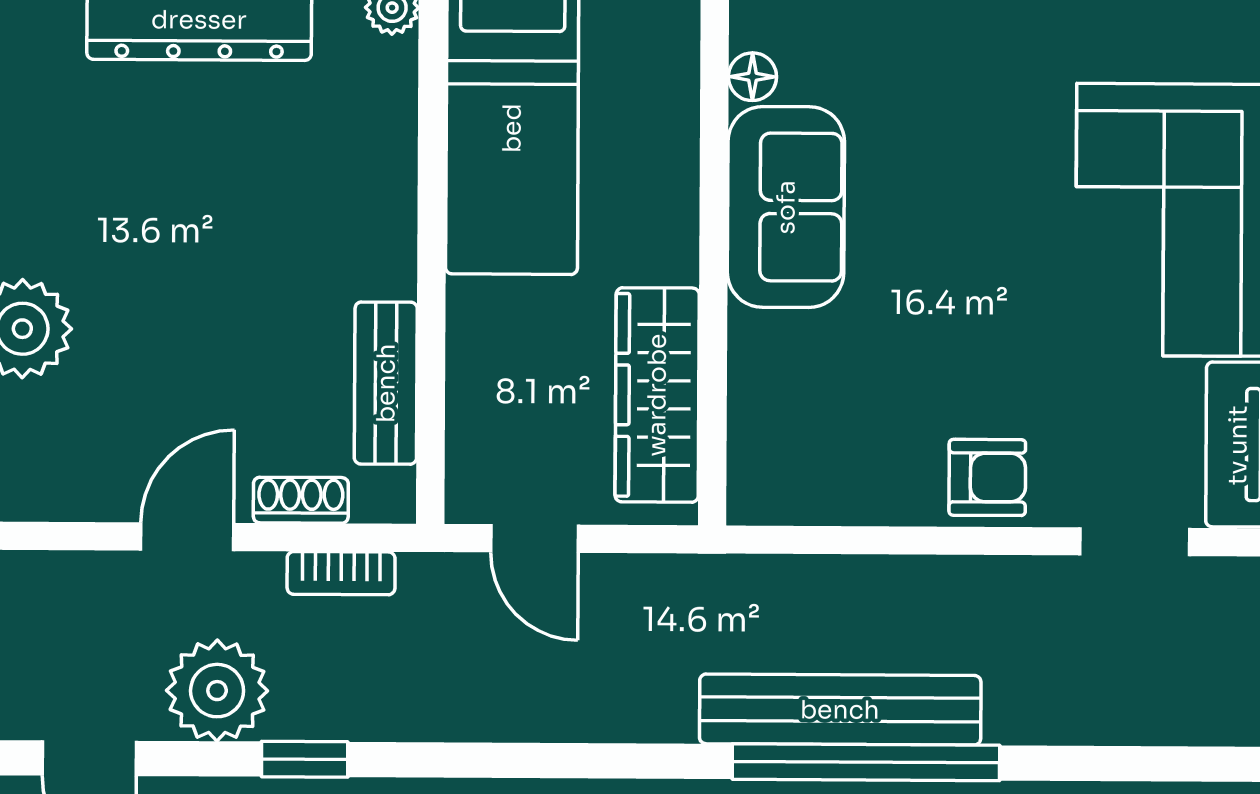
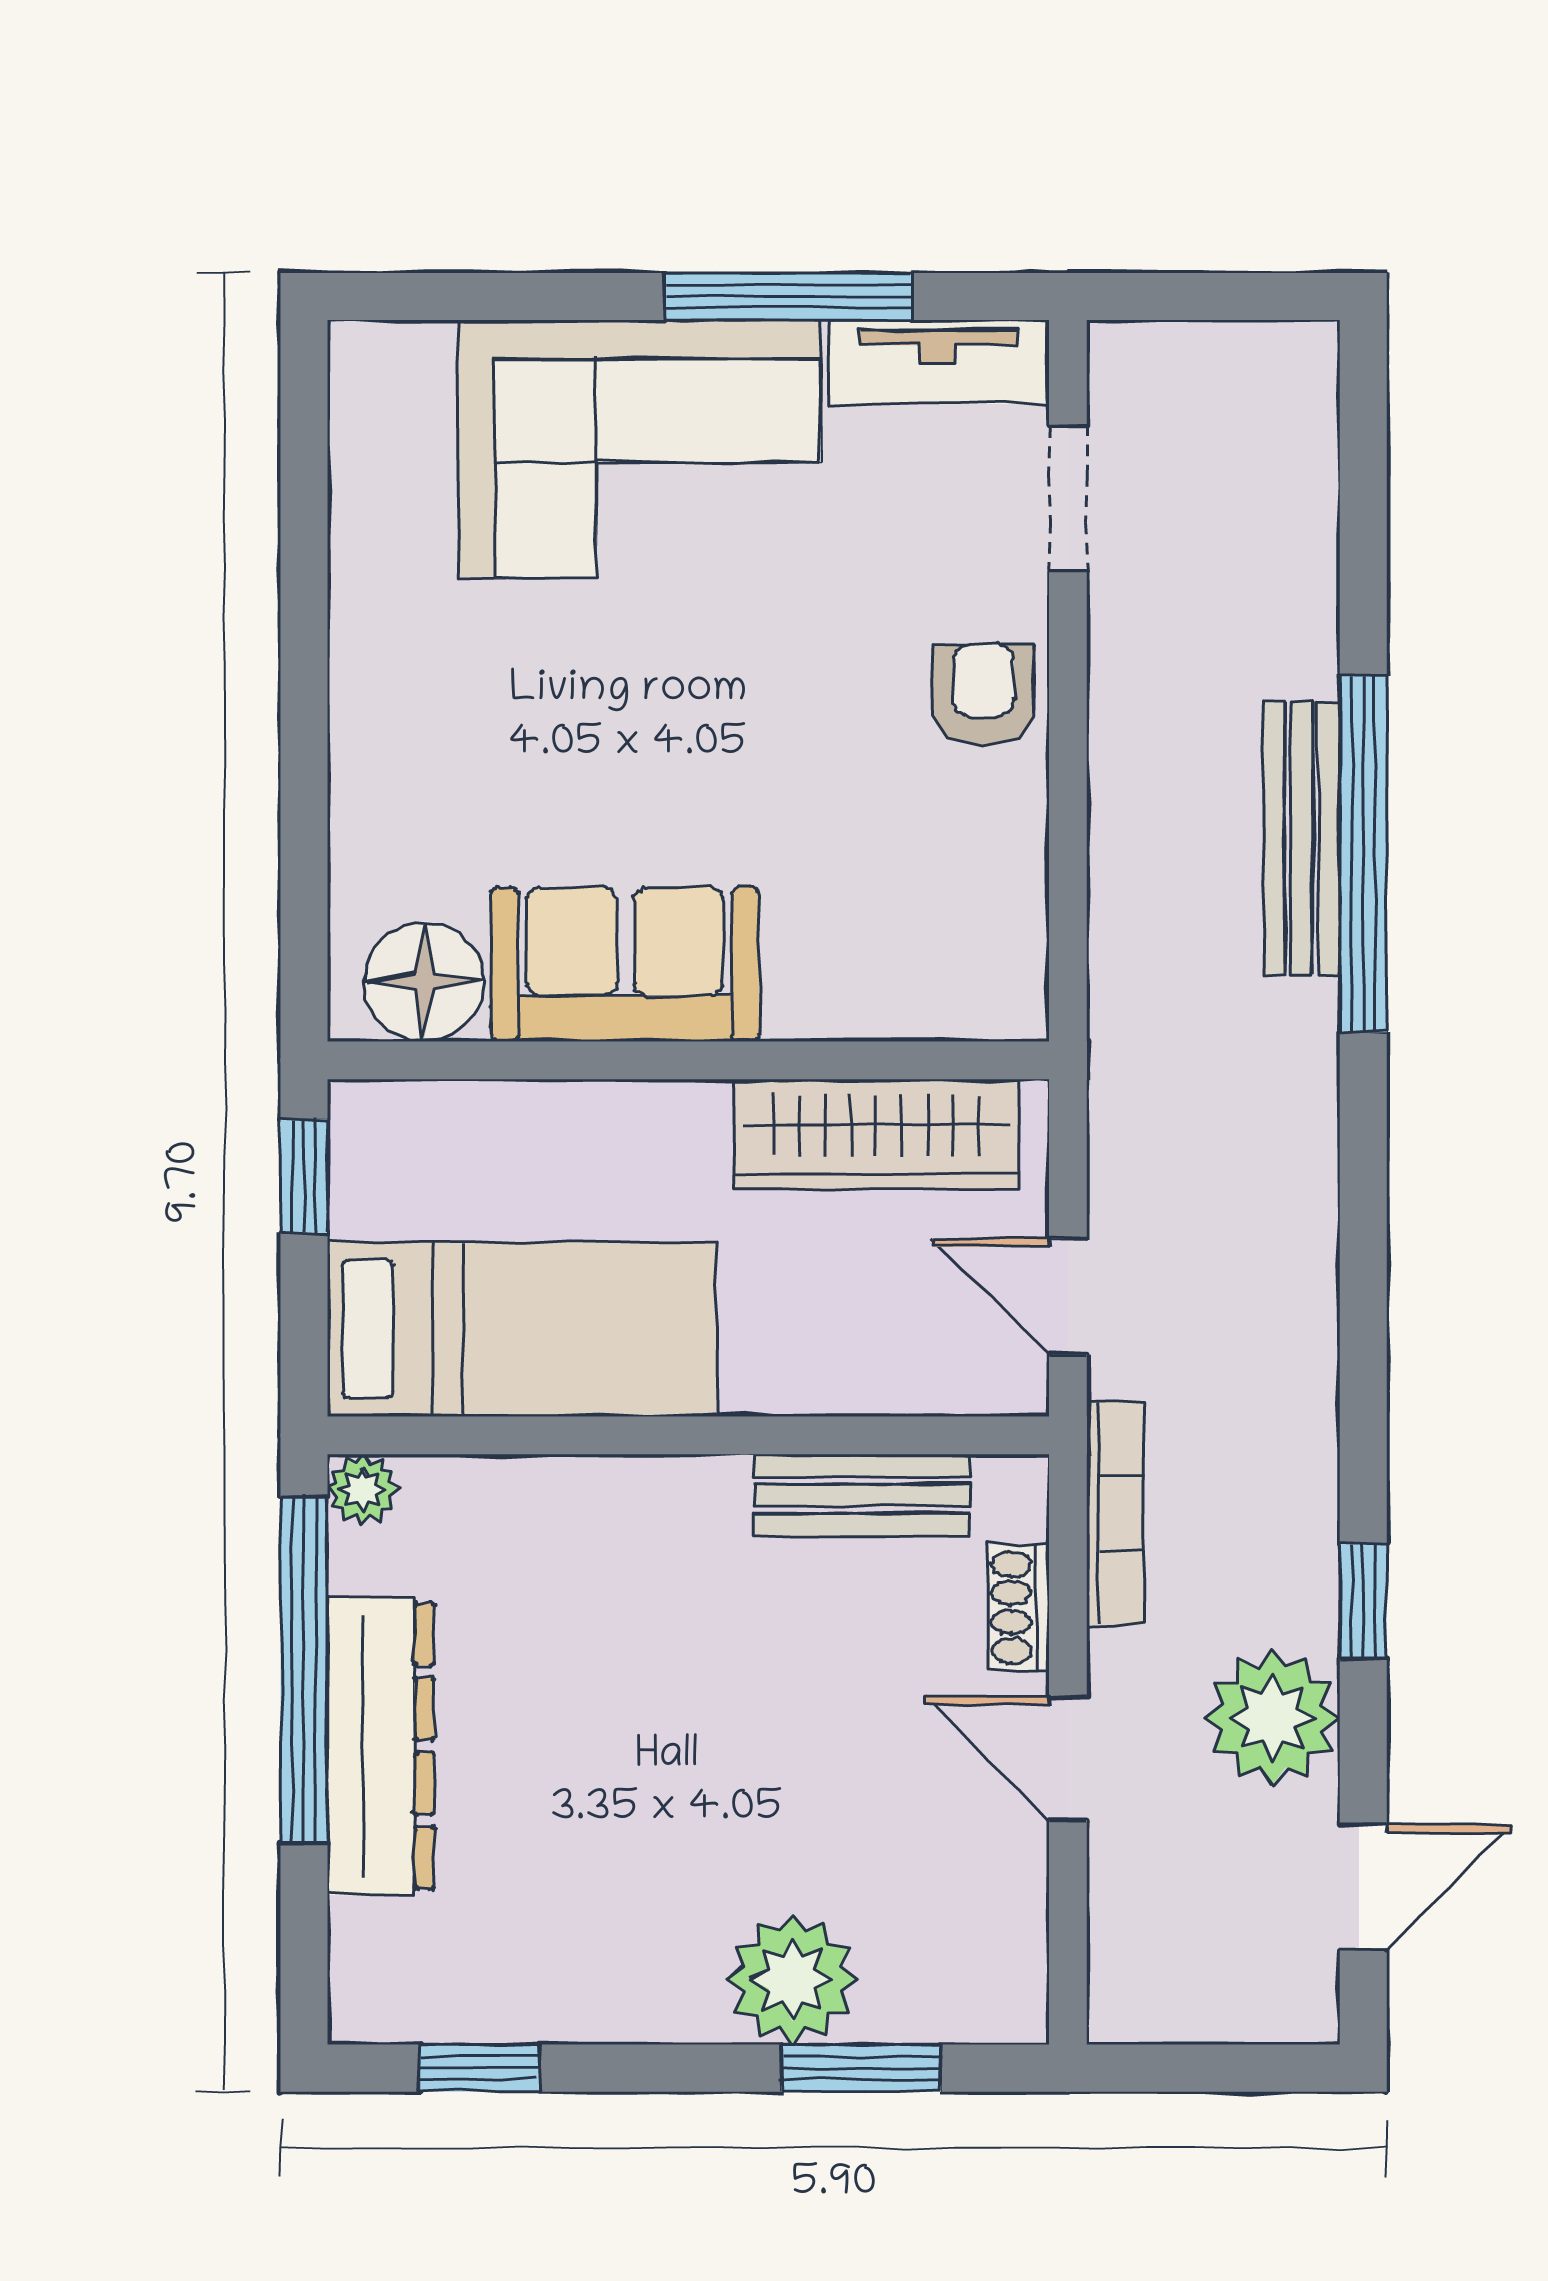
floor lamp: (752, 77) -> (424, 982), width x1.89, depth x1.89
door: (534, 539) -> (1068, 1296), swing flipped
bookcase: (341, 573) -> (1115, 1513), width x1.56
bench: (840, 710) -> (1301, 839), width x0.73, depth x0.82

